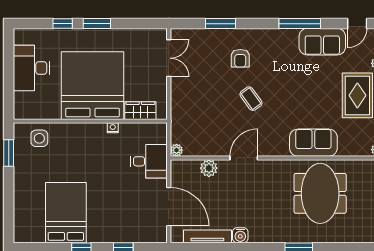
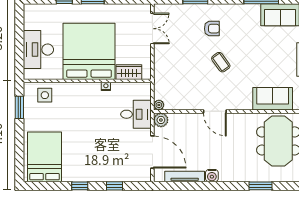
armchair: (240, 58) -> (212, 29), turned -90
desk: (32, 68) -> (38, 50), moved
door: (244, 158) -> (215, 111), swing flipped
plant: (209, 168) -> (161, 120), moved
bed: (66, 213) -> (45, 157), moved

